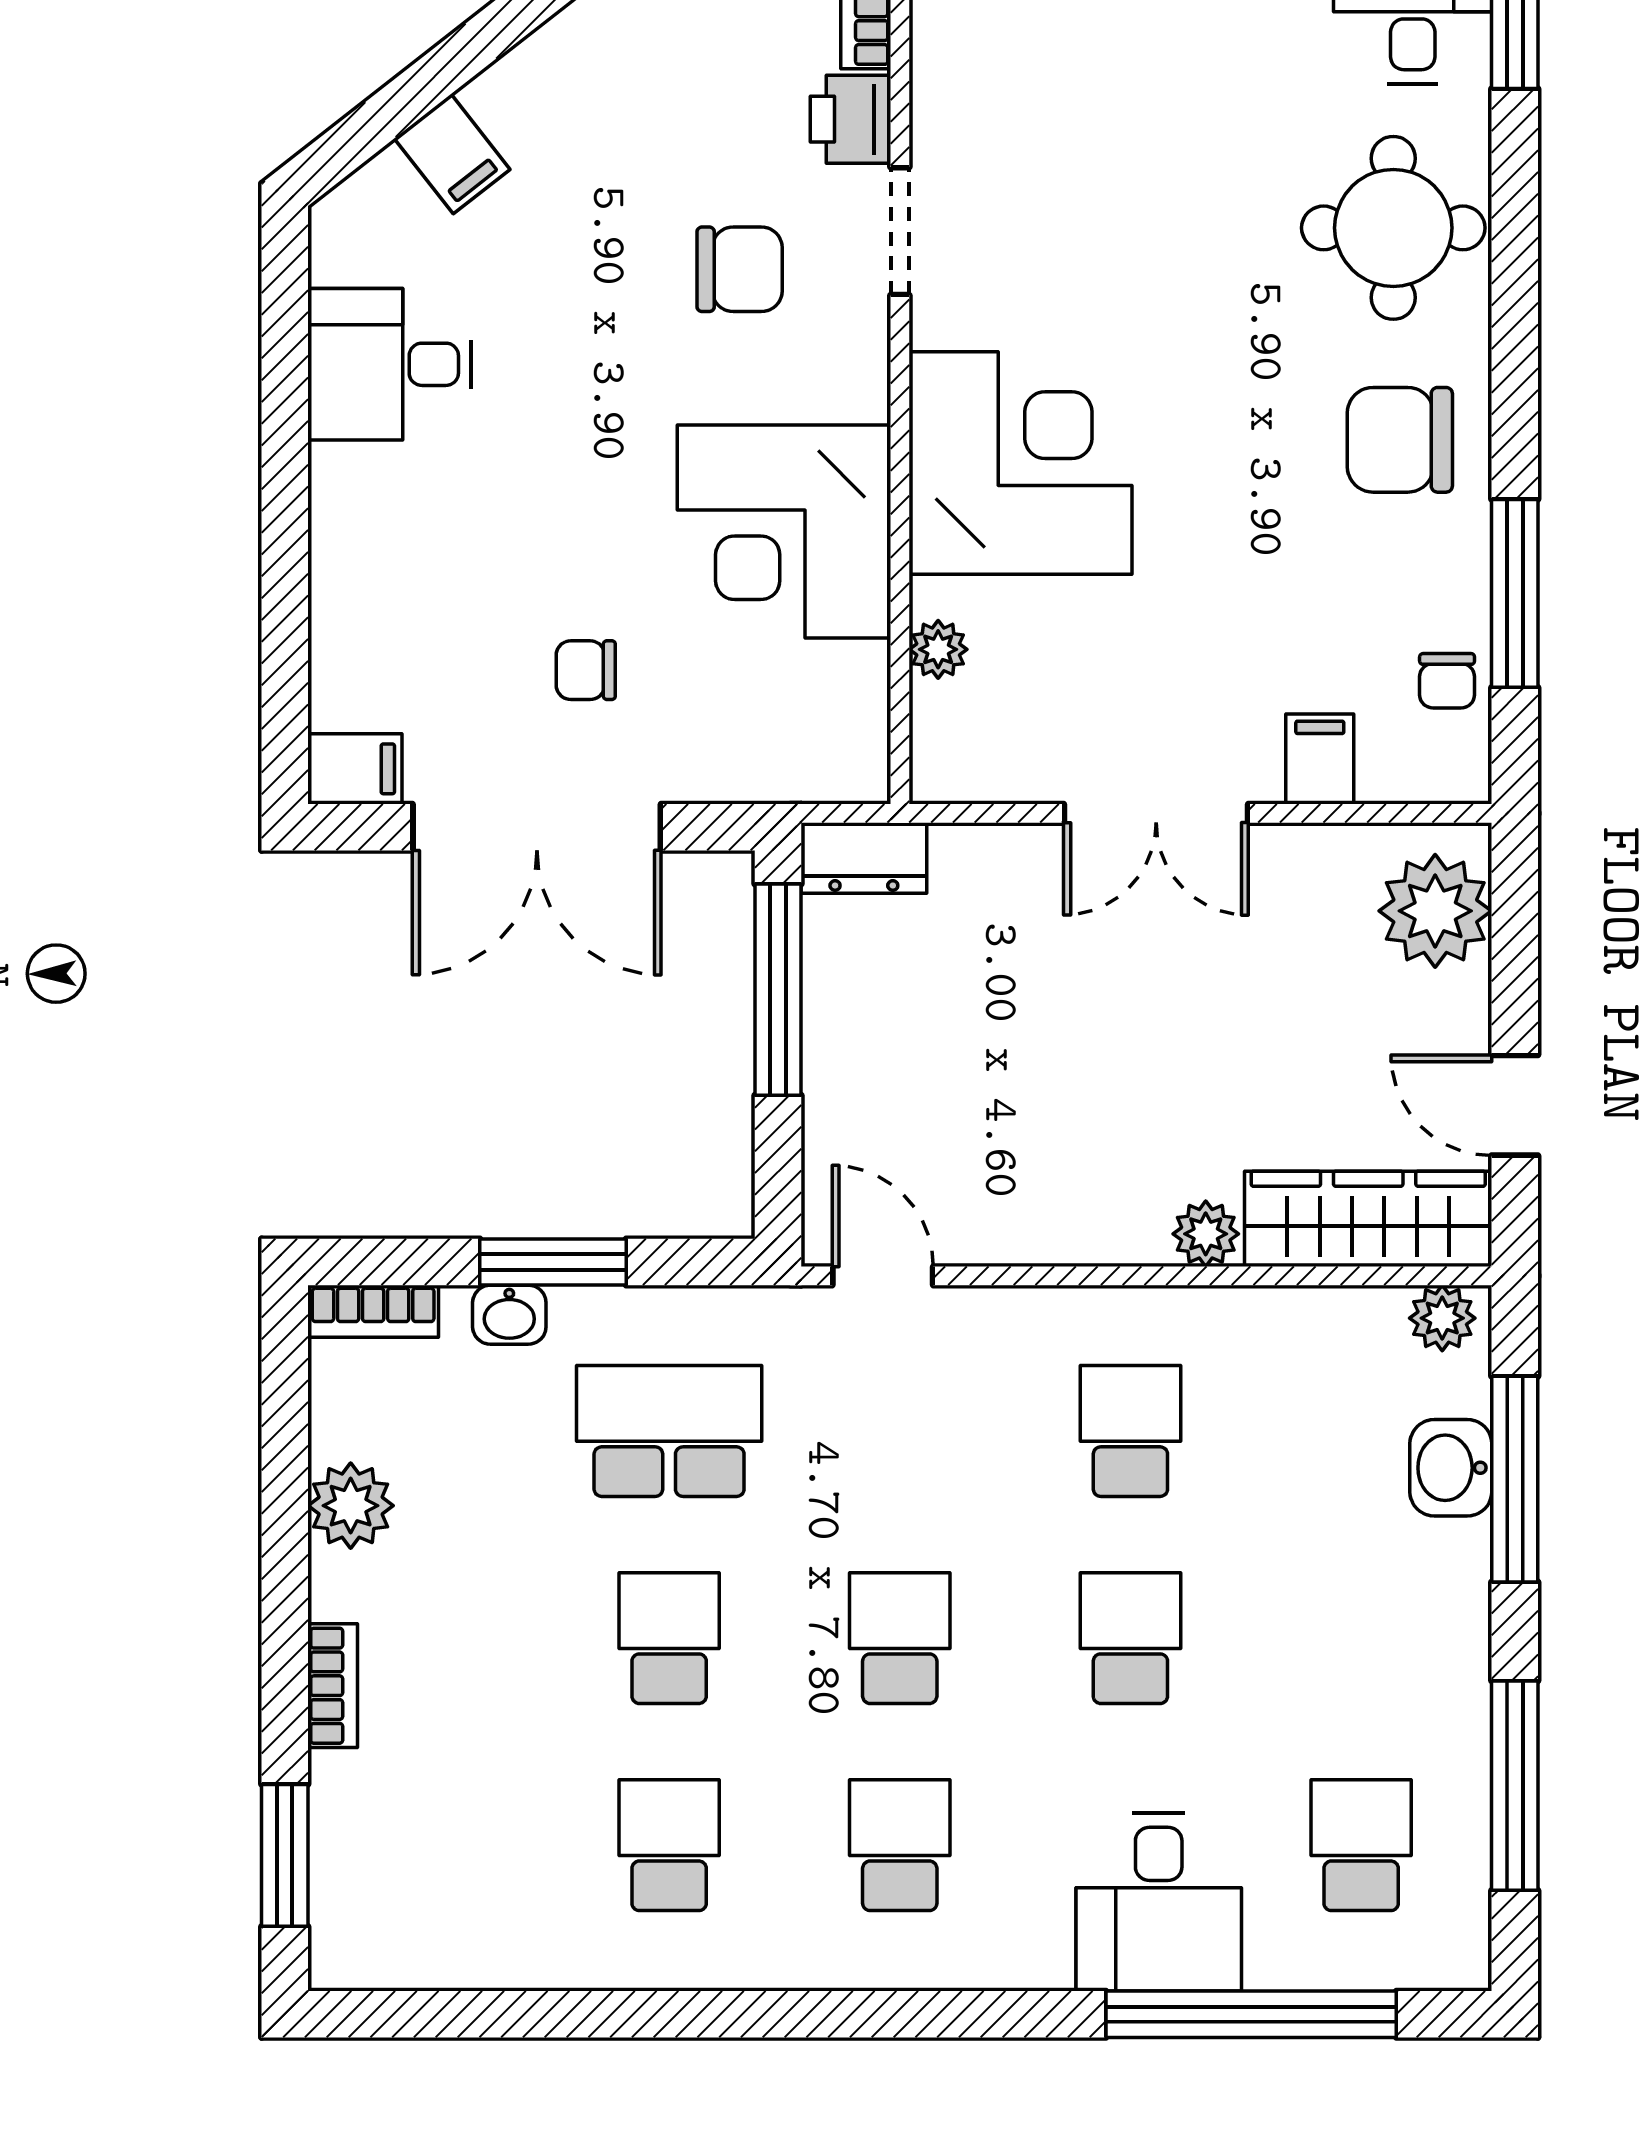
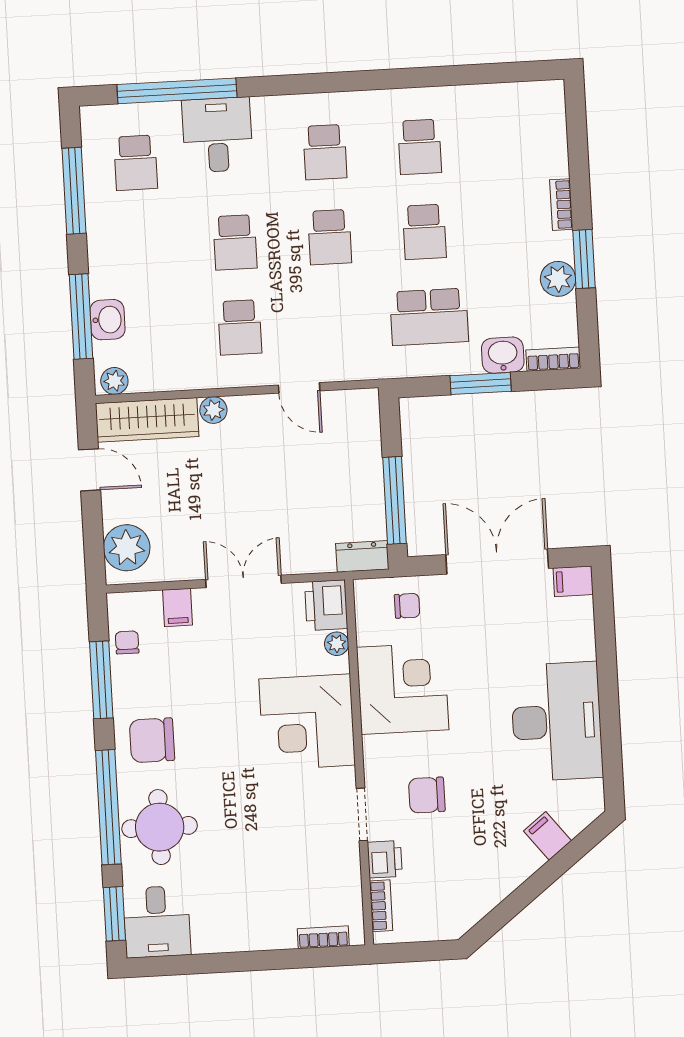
window: (1515, 283) -> (108, 807), added
desk: (390, 364) -> (557, 721), width x1.87, depth x1.30
chair: (1400, 440) -> (152, 740), turned 180
chair: (586, 670) -> (407, 606), moved
printer: (958, 744) -> (326, 605), added
door: (883, 1276) -> (299, 388), moved
washbasin: (509, 1315) -> (503, 355), width x1.38, depth x1.45
window: (285, 1855) -> (584, 259), moved

